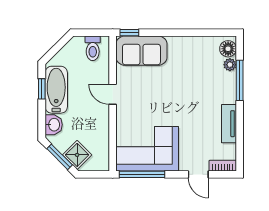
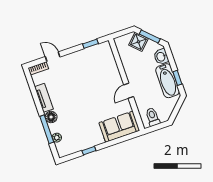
window: (129, 33) -> (89, 151), moved
floor lamp: (228, 49) -> (51, 117), moved
door: (113, 94) -> (129, 91), swing flipped
corner sofa: (147, 149) -> (93, 62), removed
window: (142, 174) -> (90, 44), width x0.46

